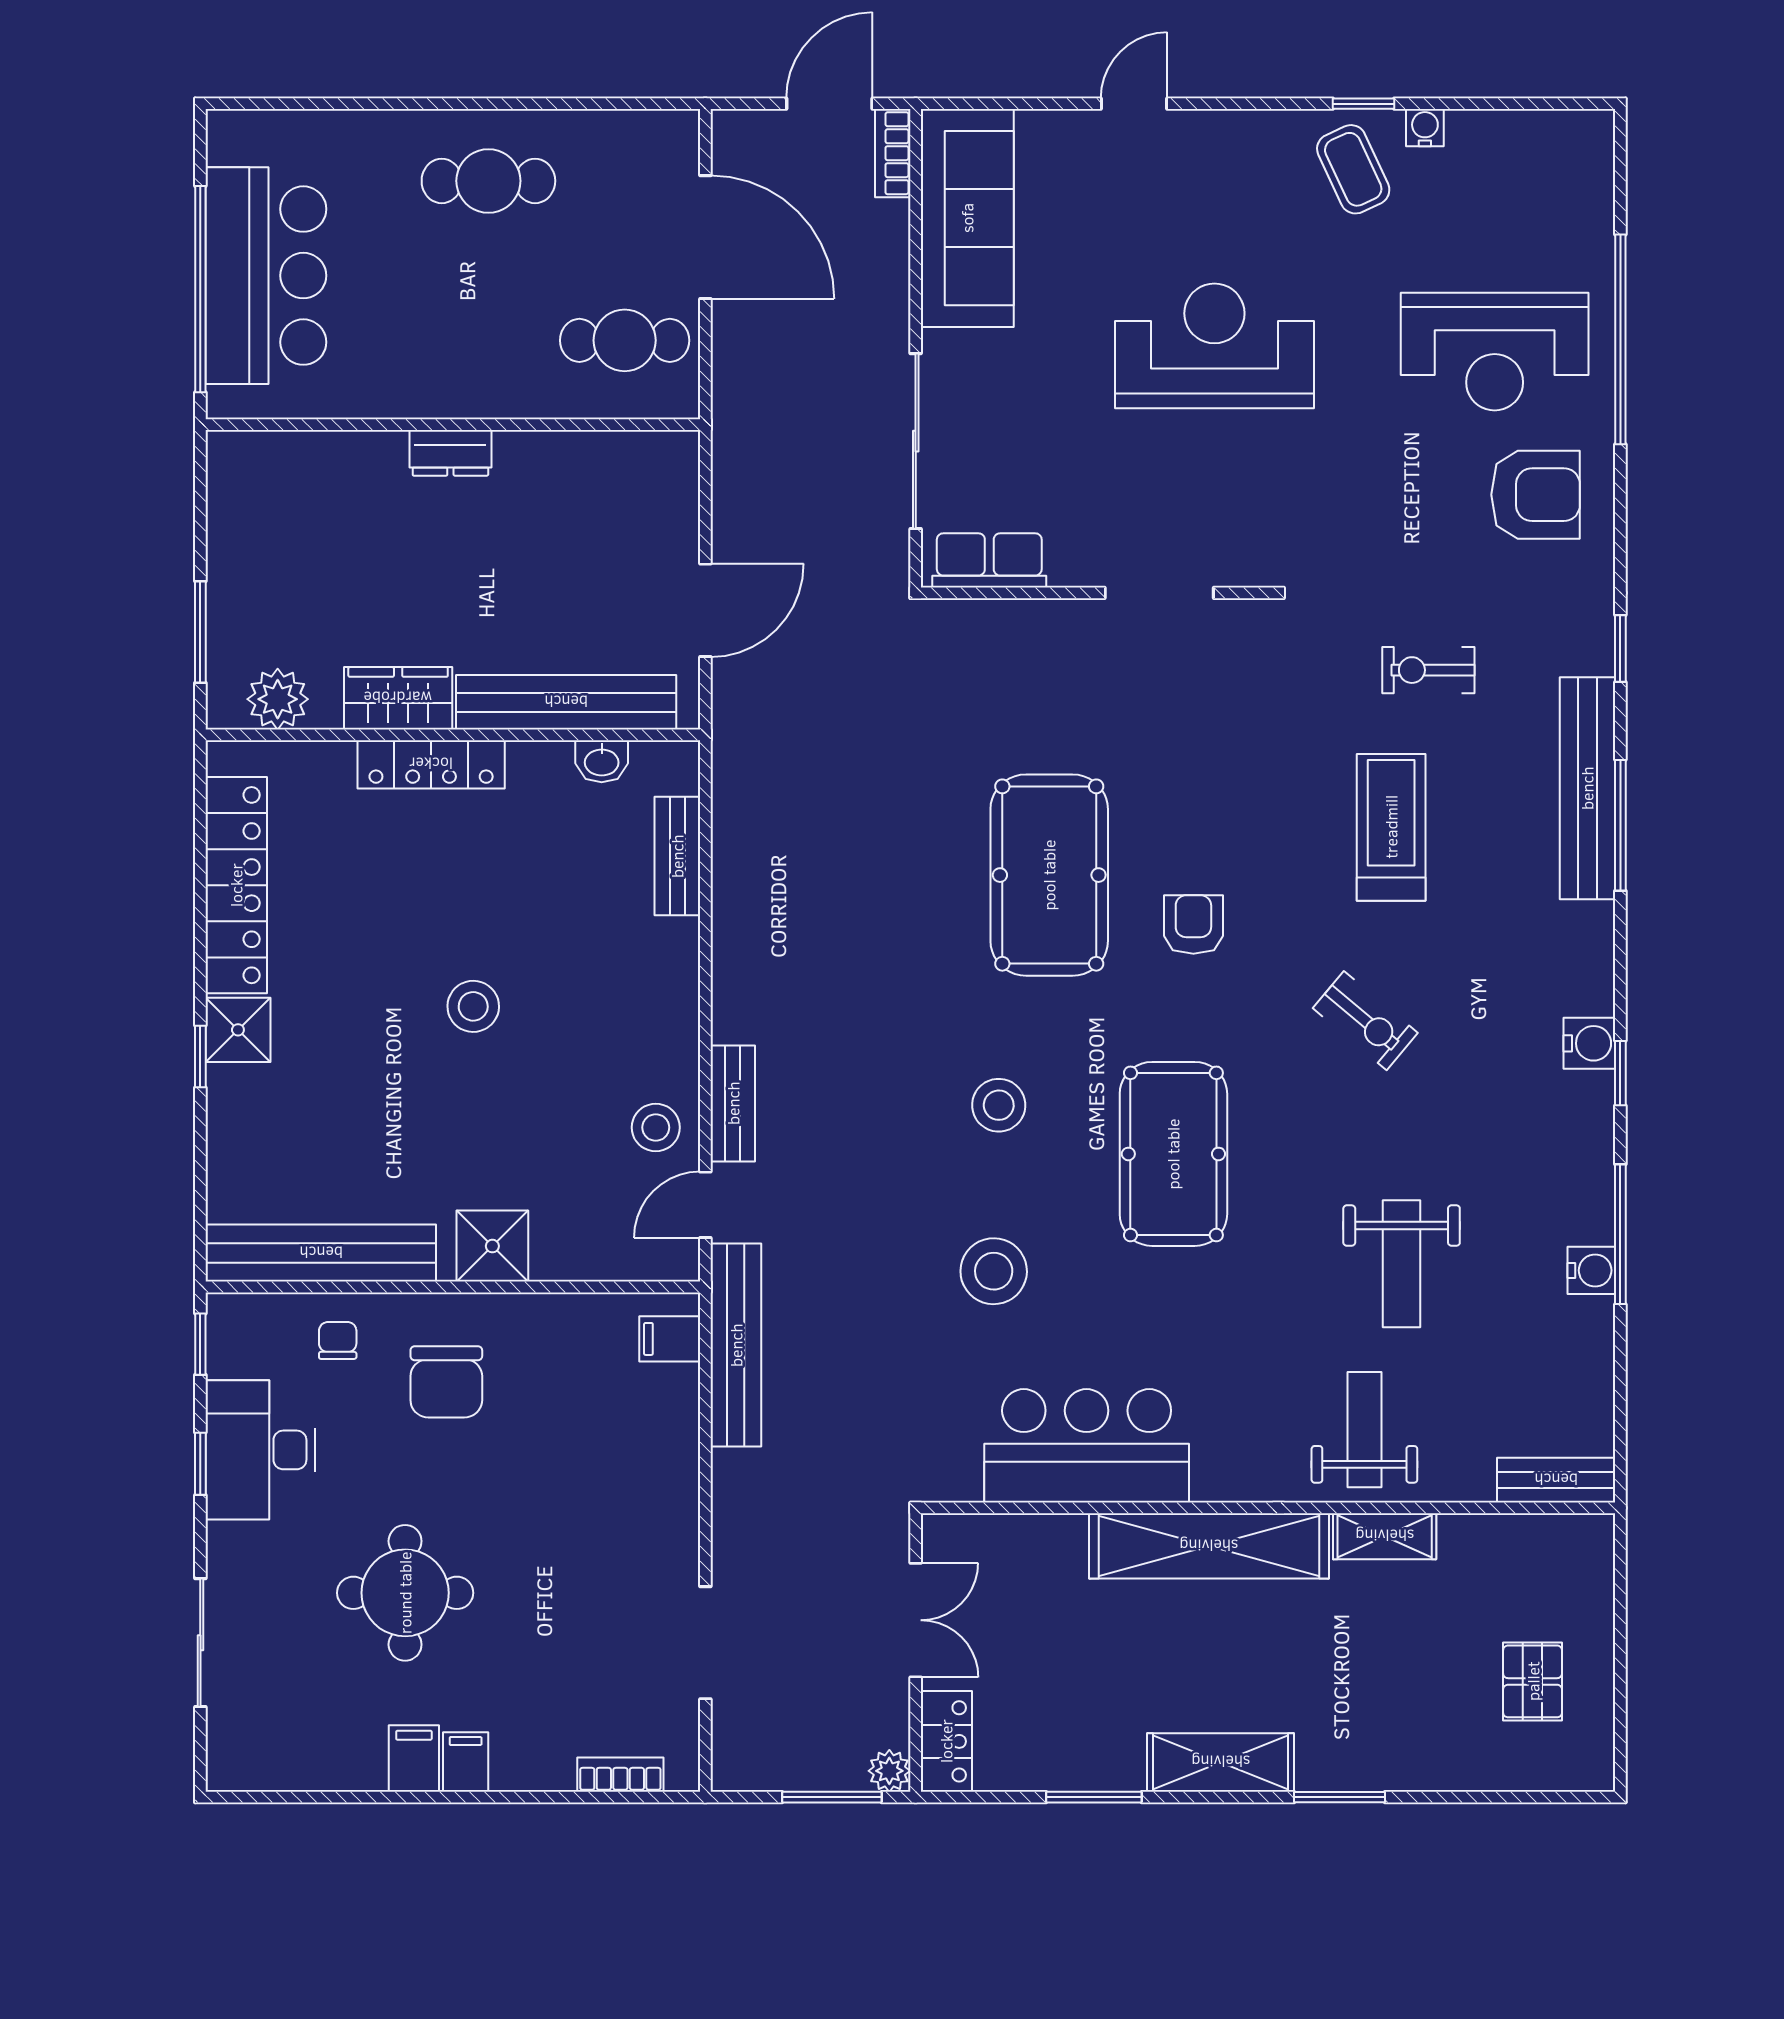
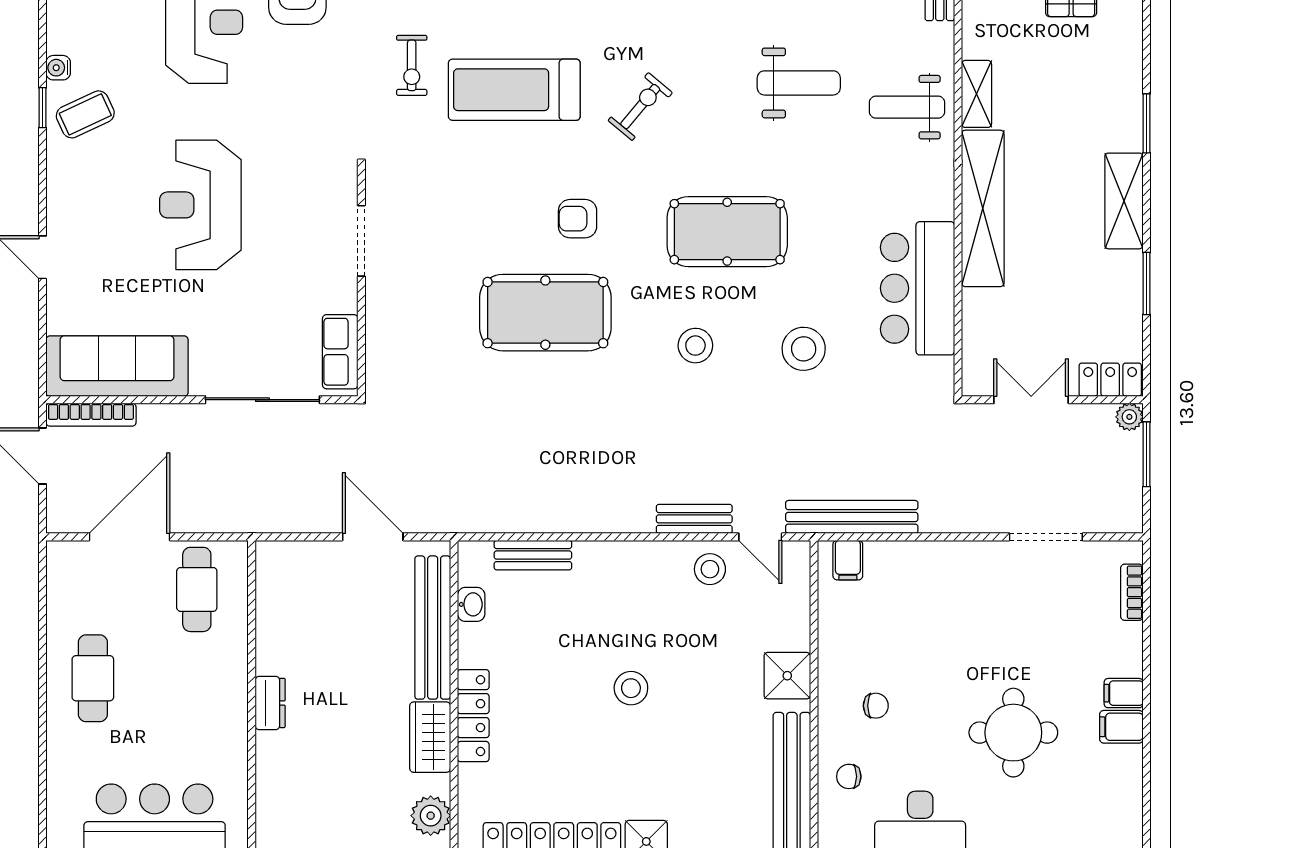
bookcase: (893, 153) -> (91, 415), width x1.56
treadmill: (1391, 827) -> (514, 90), width x1.37, depth x1.38
chair: (446, 1382) -> (876, 706), width x0.54, depth x0.54

